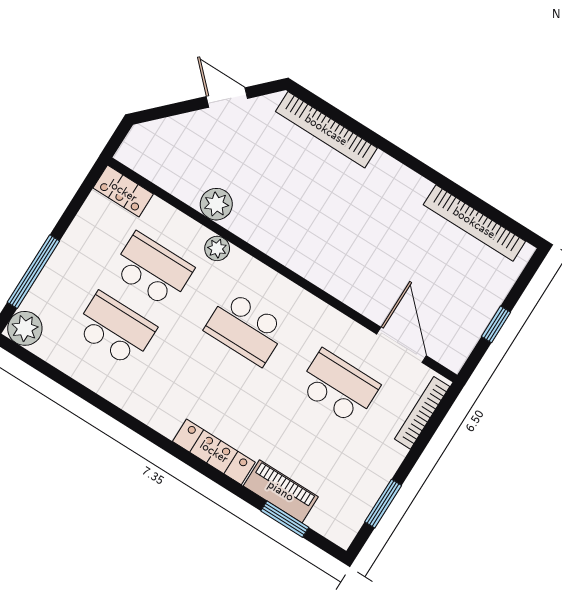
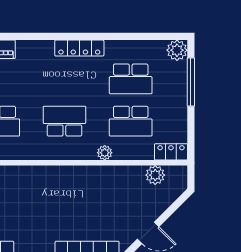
plant: (216, 204) -> (155, 175), moved
locker: (214, 452) -> (79, 48), moved

